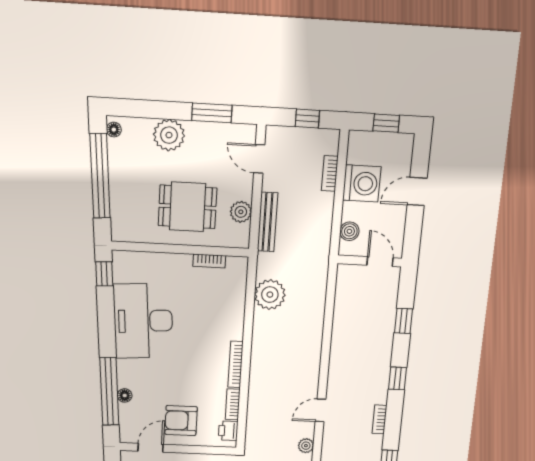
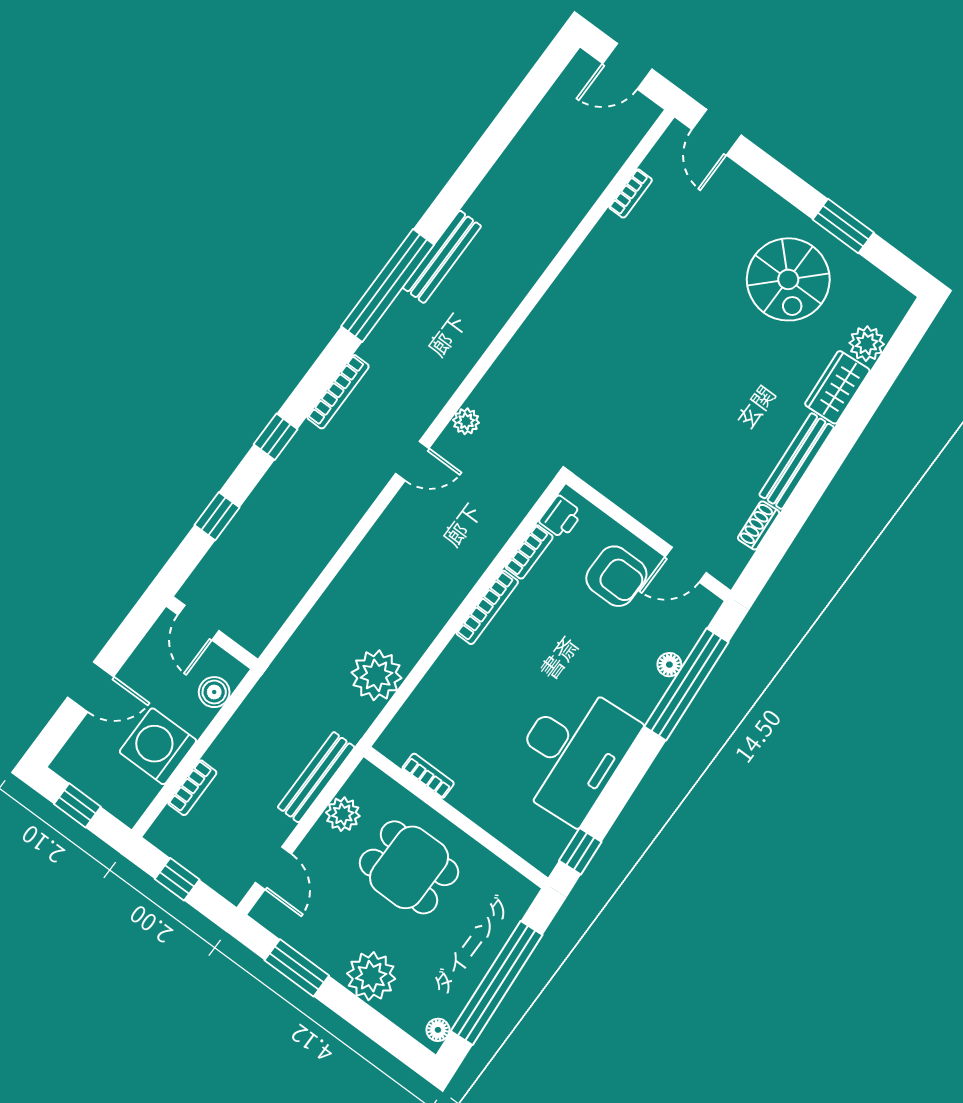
bookcase: (379, 419) -> (338, 392), width x1.56

